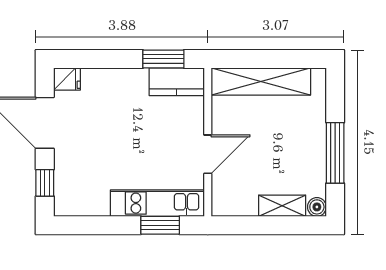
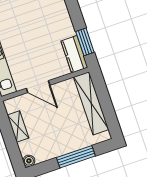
window: (335, 153) -> (76, 157), moved
shelving: (282, 206) -> (18, 127), moved

